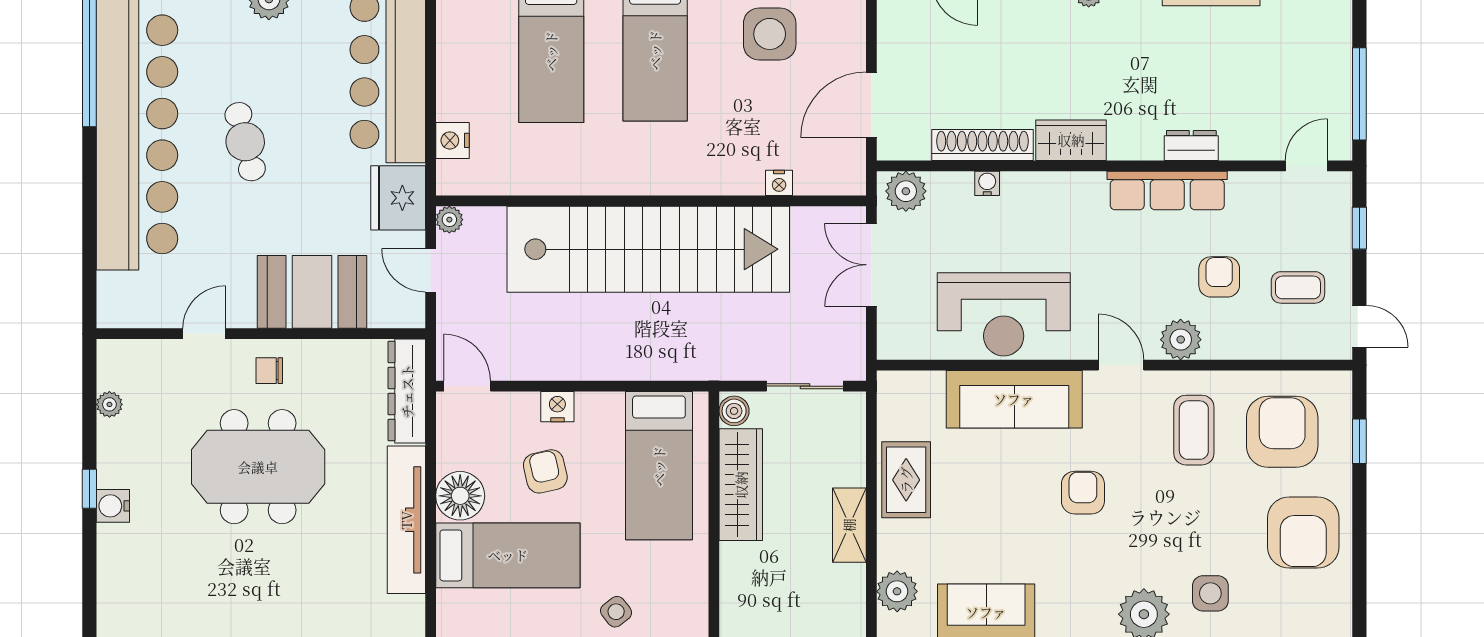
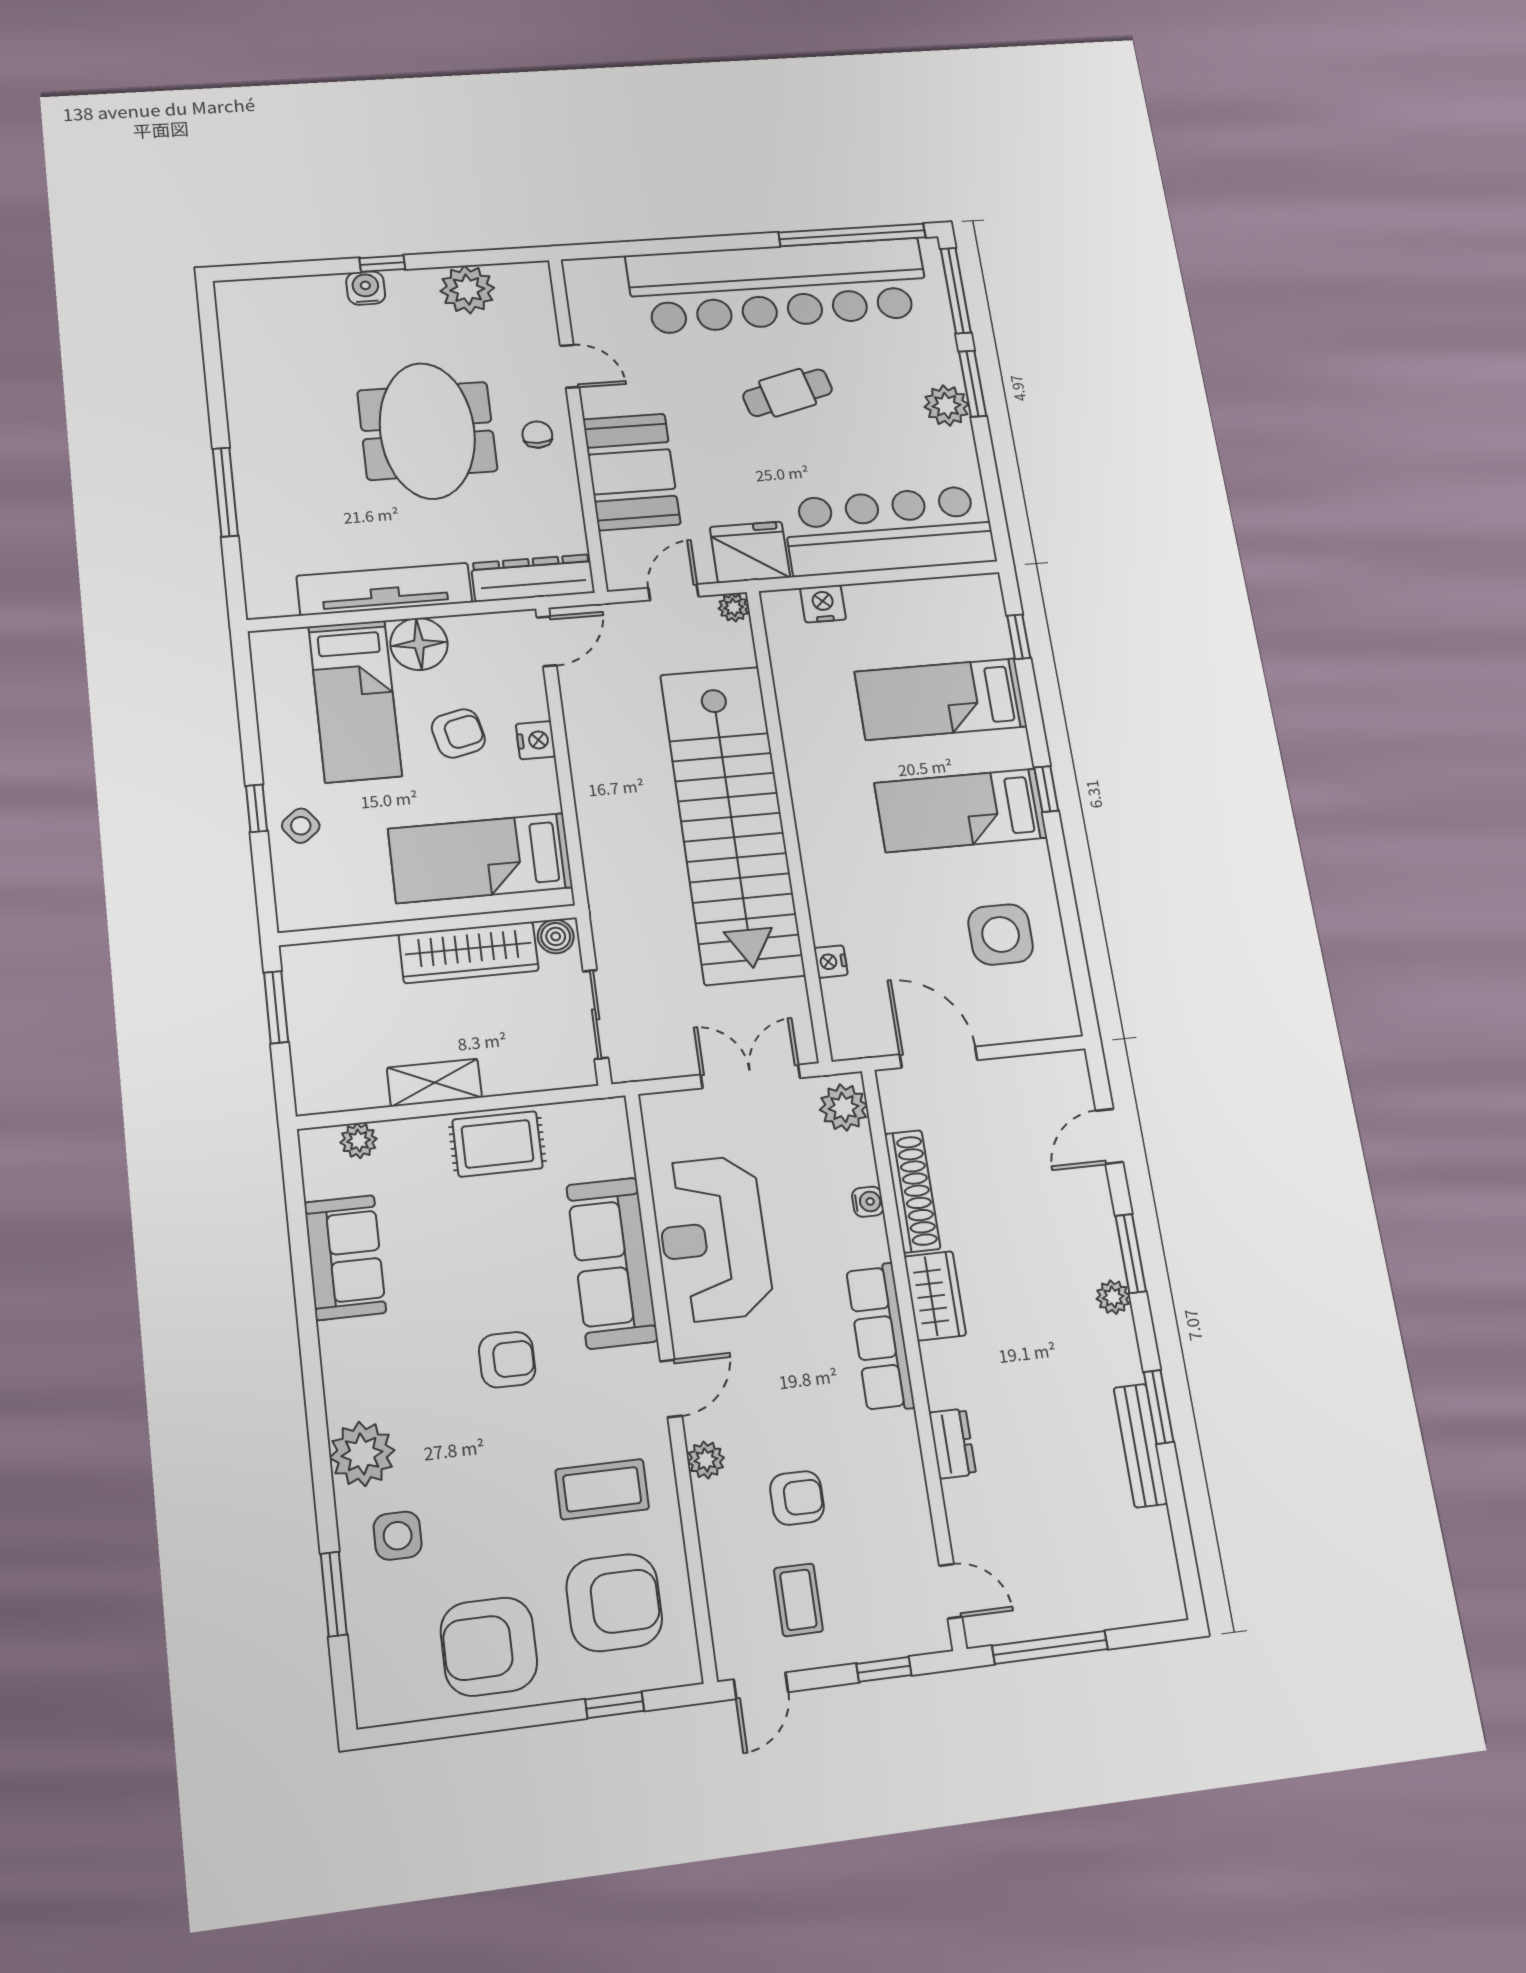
row of seats: (1167, 190) -> (880, 1337), moved
plant: (1181, 340) -> (706, 1460), width x0.73, depth x0.73
plant: (109, 404) -> (467, 289), width x1.87, depth x1.87
plant: (897, 591) -> (359, 1141), width x0.73, depth x0.73

